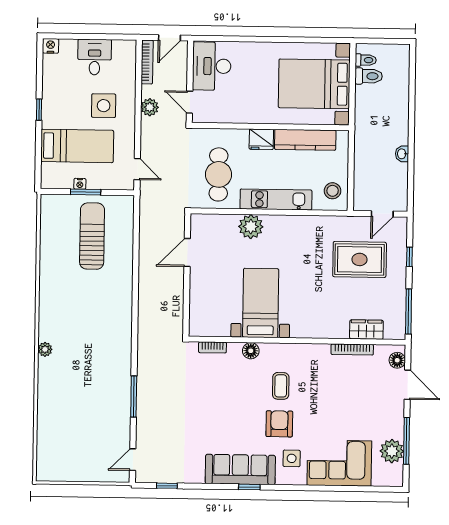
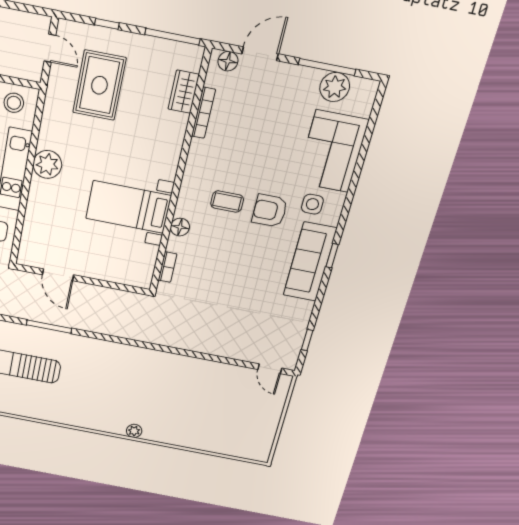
plant: (251, 227) -> (47, 164), moved
window: (134, 397) -> (49, 327), moved

